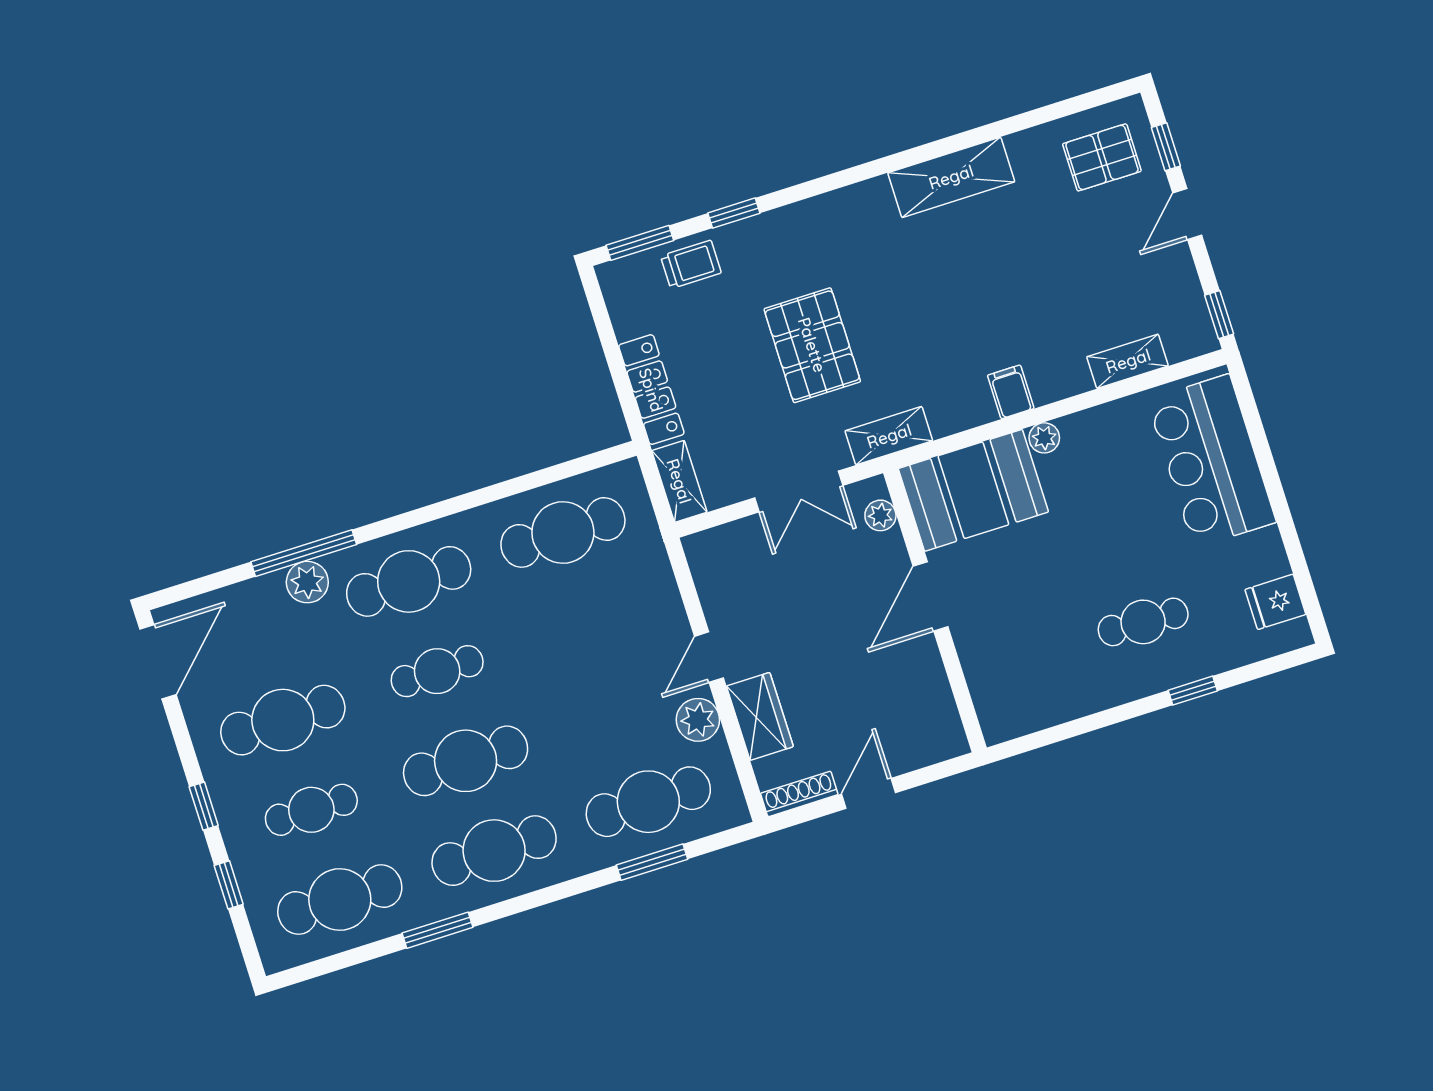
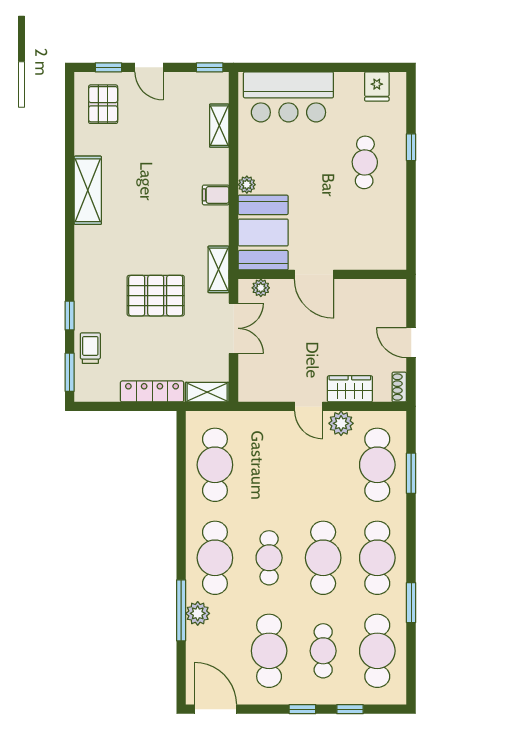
shoe rack: (799, 794) -> (399, 387), width x0.70

